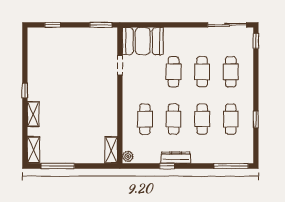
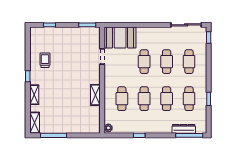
trolley: (47, 70) -> (45, 60), added
shelving: (111, 150) -> (95, 95), moved
dresser: (176, 158) -> (184, 129), moved

